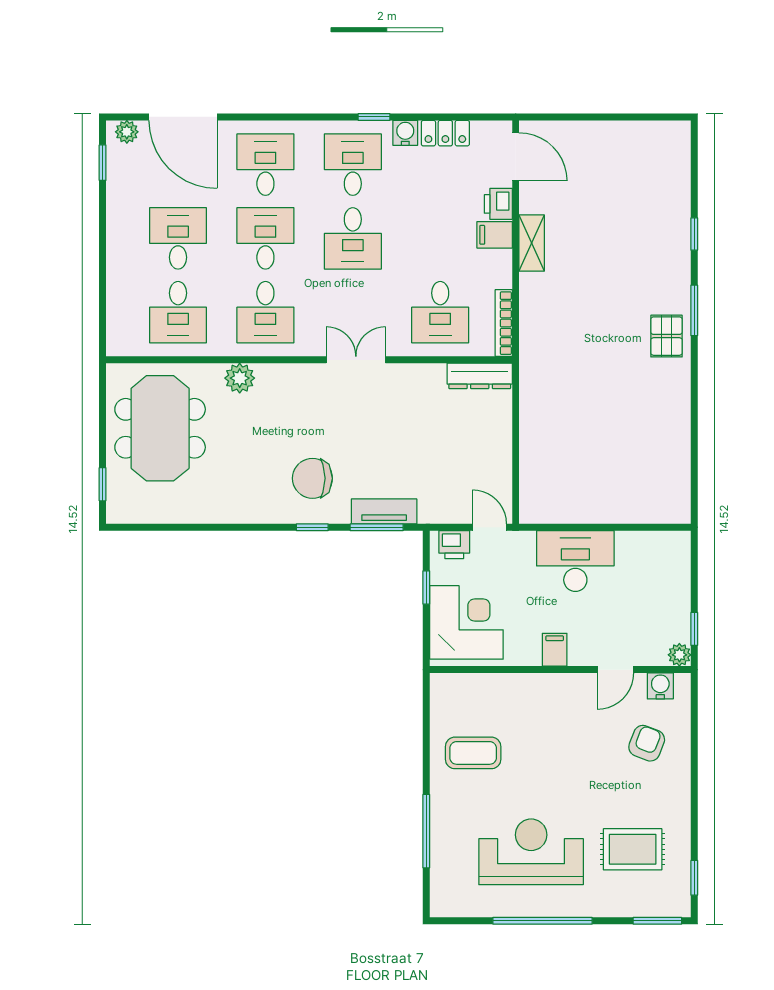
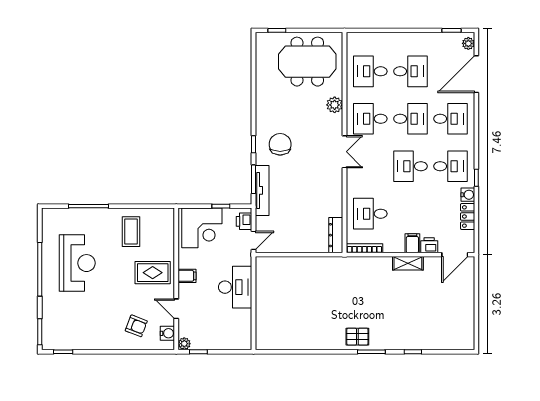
double door: (356, 360) -> (344, 152), moved
tv unit: (384, 511) -> (262, 190), width x1.41
rug: (633, 849) -> (153, 273), moved, turned 90

